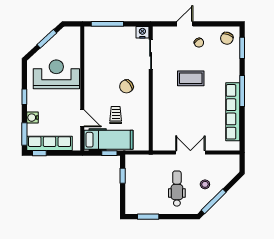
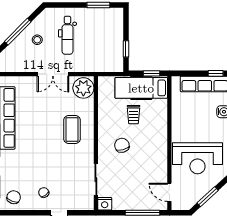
coffee table: (191, 78) -> (72, 130), moved, turned 90
chair: (126, 86) -> (122, 145), turned -68
door: (82, 118) -> (169, 192), moved
plant: (162, 140) -> (83, 88), added
window: (109, 153) -> (151, 73), moved
window: (214, 201) -> (18, 32), moved

